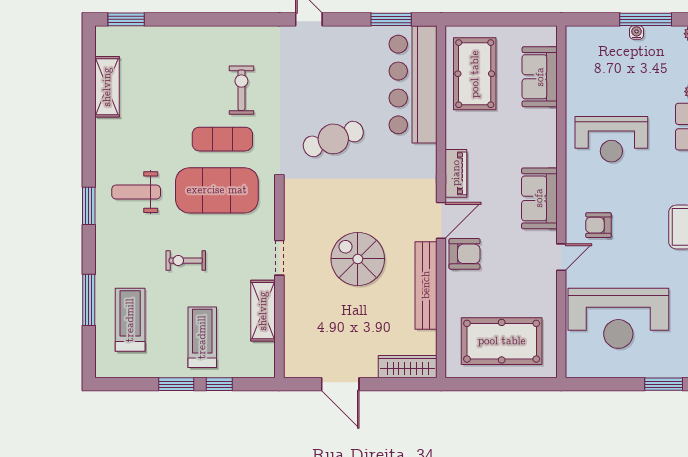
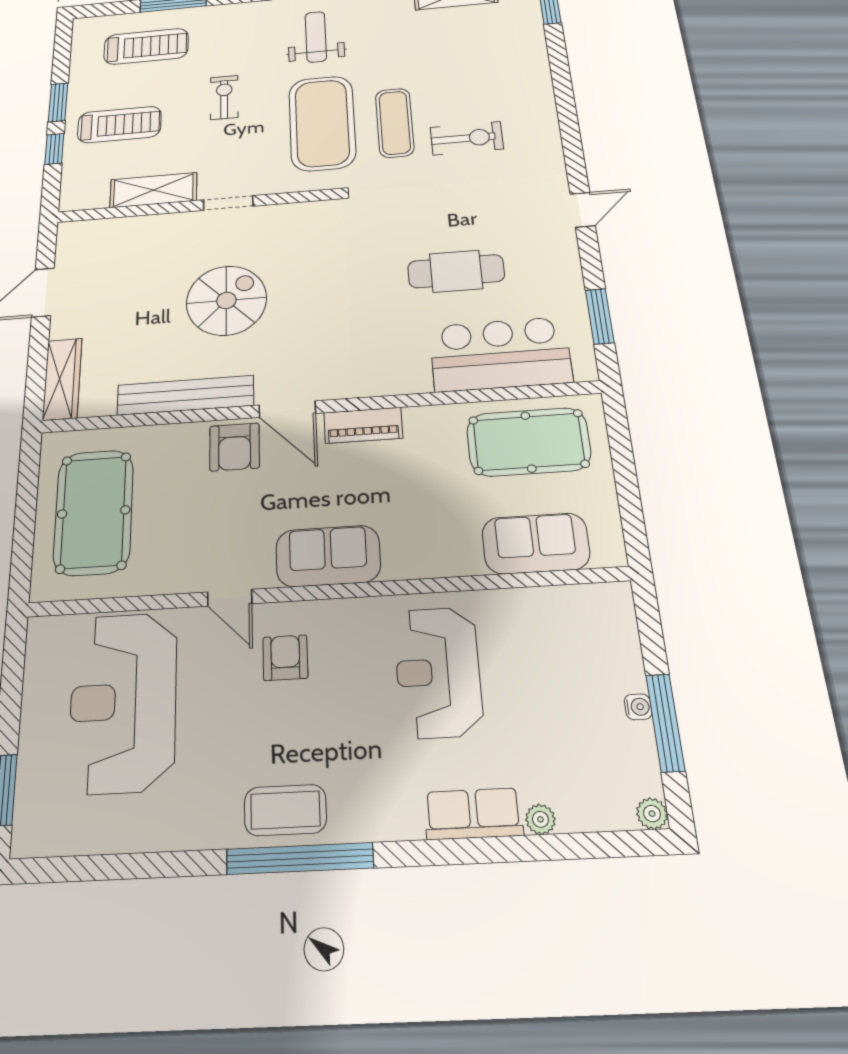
bar counter: (413, 85) -> (500, 354), width x0.73
cafe table: (333, 139) -> (456, 271), moved, turned -70

